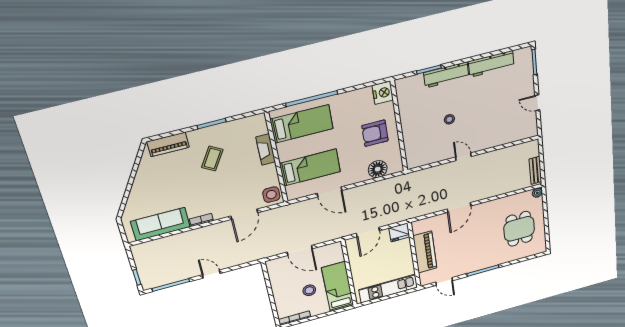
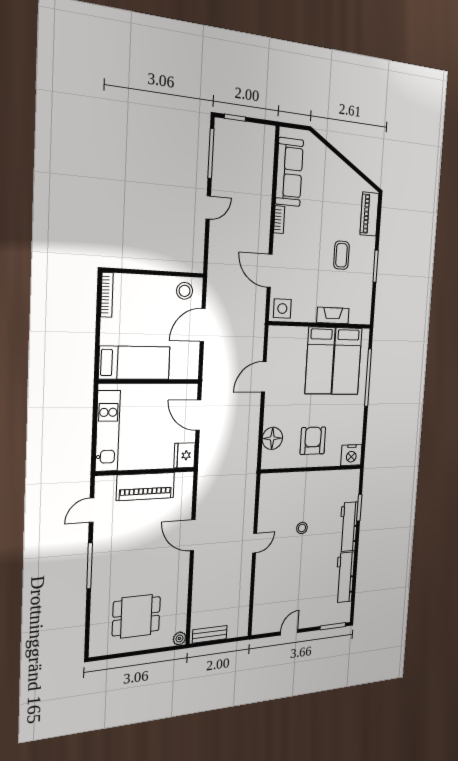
coffee table: (212, 158) -> (341, 255), turned 59
bed: (310, 167) -> (320, 361), moved
stool: (309, 290) -> (185, 291), moved

